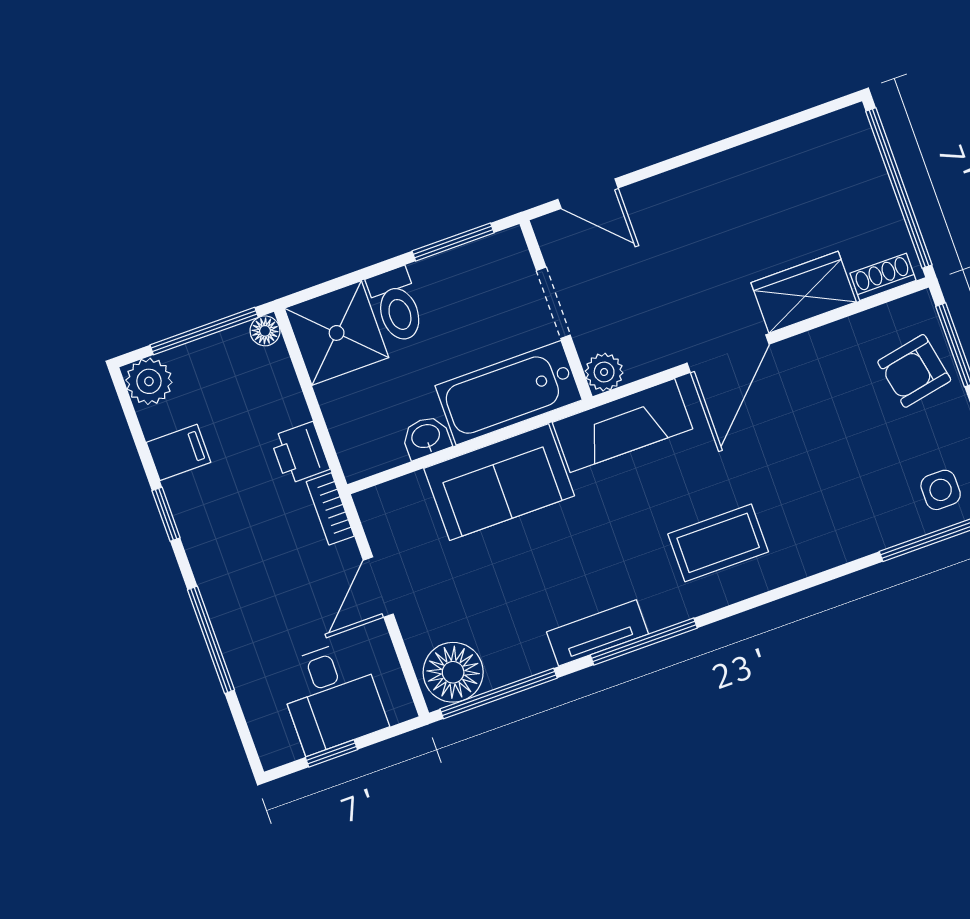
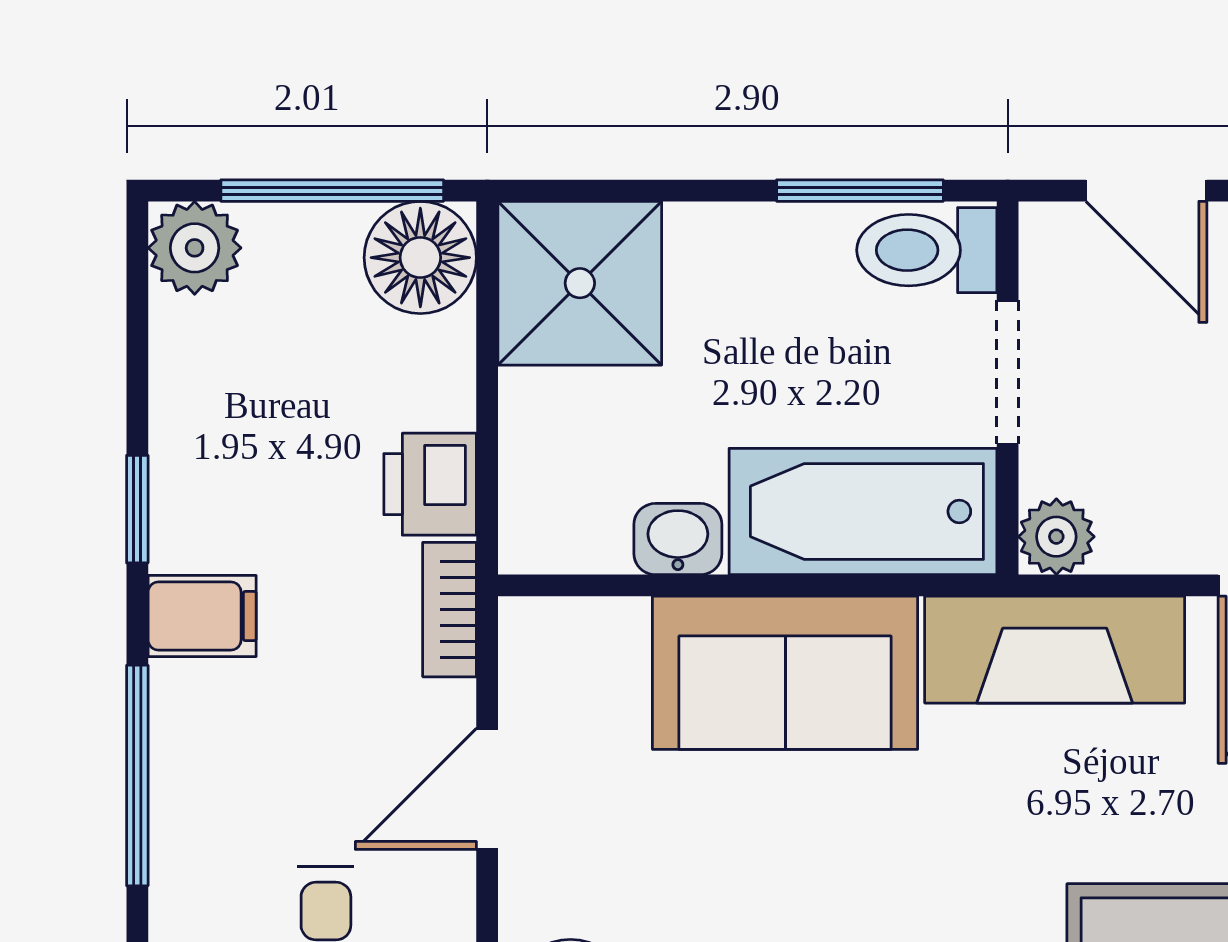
toilet: (397, 305) -> (927, 250), moved, turned 90
floor lamp: (265, 331) -> (420, 258), width x1.89, depth x1.89
filing cabinet: (178, 452) -> (202, 616), moved

